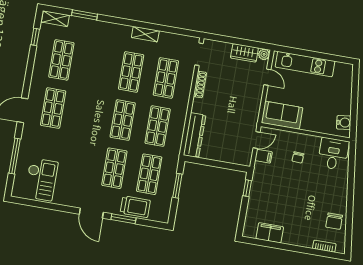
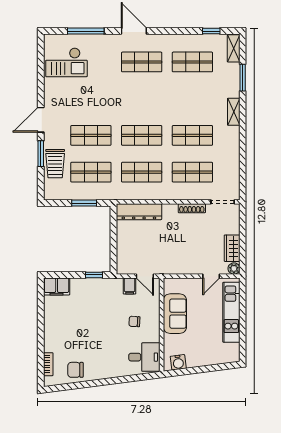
shelving: (145, 34) -> (234, 112), moved
sofa: (282, 115) -> (175, 314), moved
filing cabinet: (270, 233) -> (57, 286), moved, turned 90

